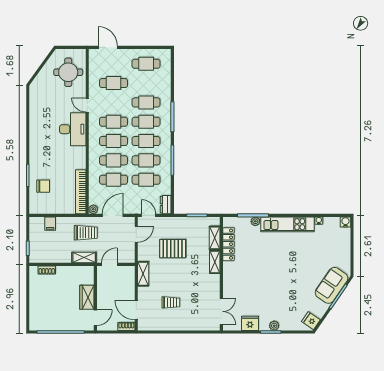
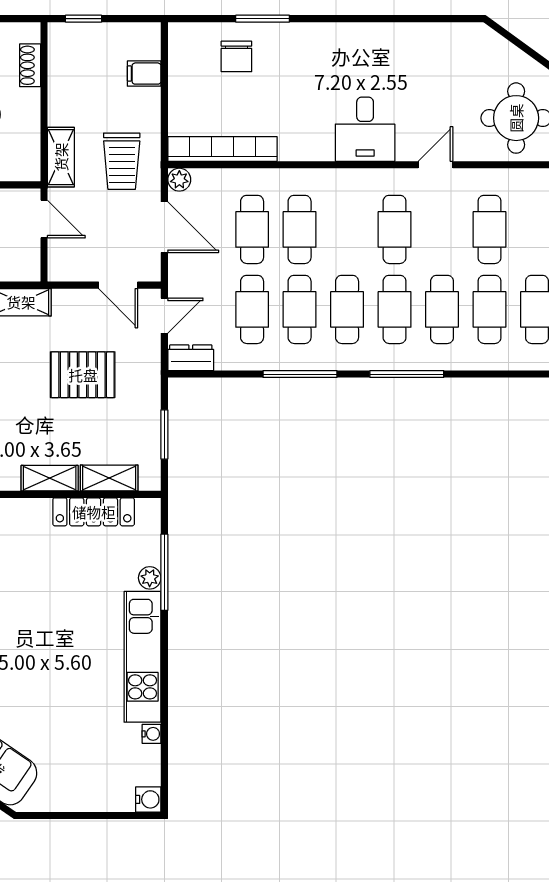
desk: (73, 129) -> (365, 129), width x0.73
cafe table: (114, 141) -> (490, 309), moved
pallet: (173, 249) -> (83, 375), turned 90

